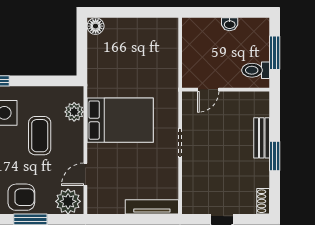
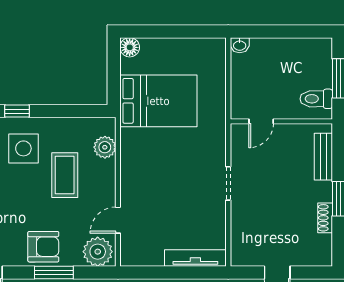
washbasin: (230, 24) -> (240, 45), moved
bed: (120, 120) -> (158, 101), moved
bench: (262, 138) -> (323, 157), moved
shoe rack: (263, 201) -> (325, 218), moved

